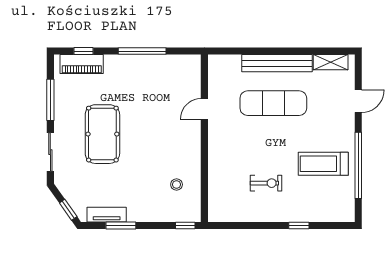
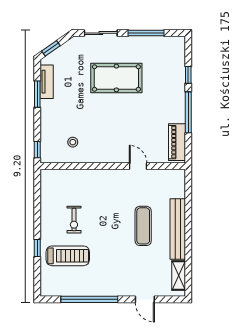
window: (84, 51) -> (188, 75), moved
piano: (82, 64) -> (177, 142), moved
exercise mat: (273, 103) -> (143, 226), width x0.73, depth x0.69
treadmill: (323, 164) -> (68, 256), moved, turned 90

